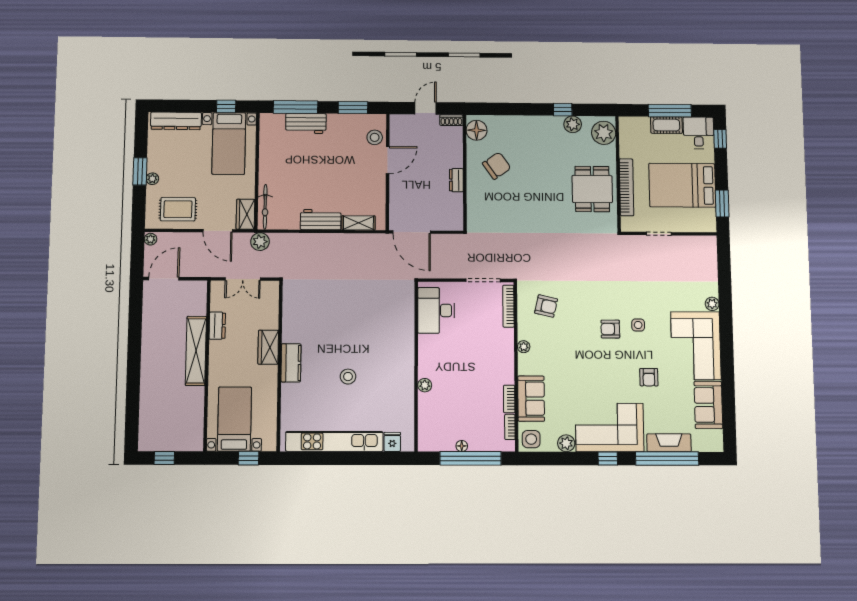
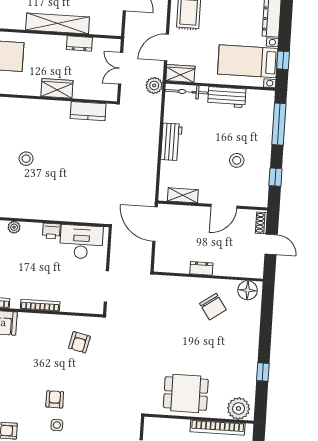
window: (353, 108) -> (275, 177), width x0.67
shoe rack: (451, 120) -> (261, 223), moved
workbench: (306, 123) -> (227, 97), moved, turned -90
plant: (573, 124) -> (248, 380), removed
stool: (375, 137) -> (237, 160), moved
door: (388, 160) -> (224, 206), hinge flipped
bookcase: (627, 187) -> (218, 427), moved
shelving: (358, 223) -> (183, 195), moved, turned 90
door: (412, 232) -> (155, 224), hinge flipped
bookcase: (508, 306) -> (40, 305), moved
printer: (426, 344) -> (51, 231), added
plant: (524, 347) -> (43, 319), removed
kitchen counter: (291, 363) -> (88, 111), moved

